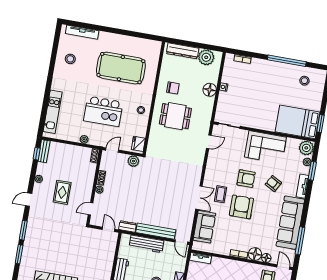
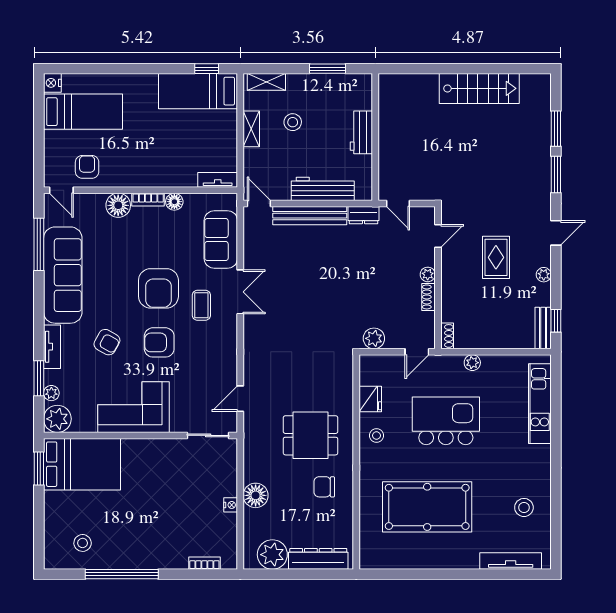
fridge: (138, 144) -> (370, 399), moved
double door: (199, 198) -> (240, 292), swing flipped
floor lamp: (266, 258) -> (174, 202), moved

